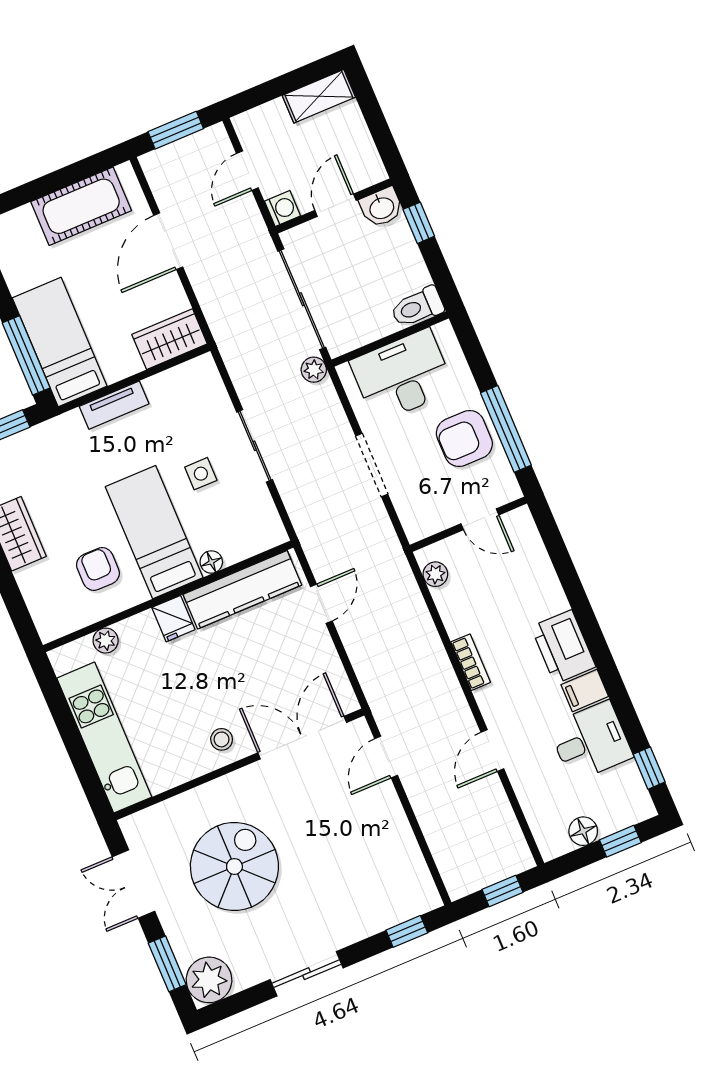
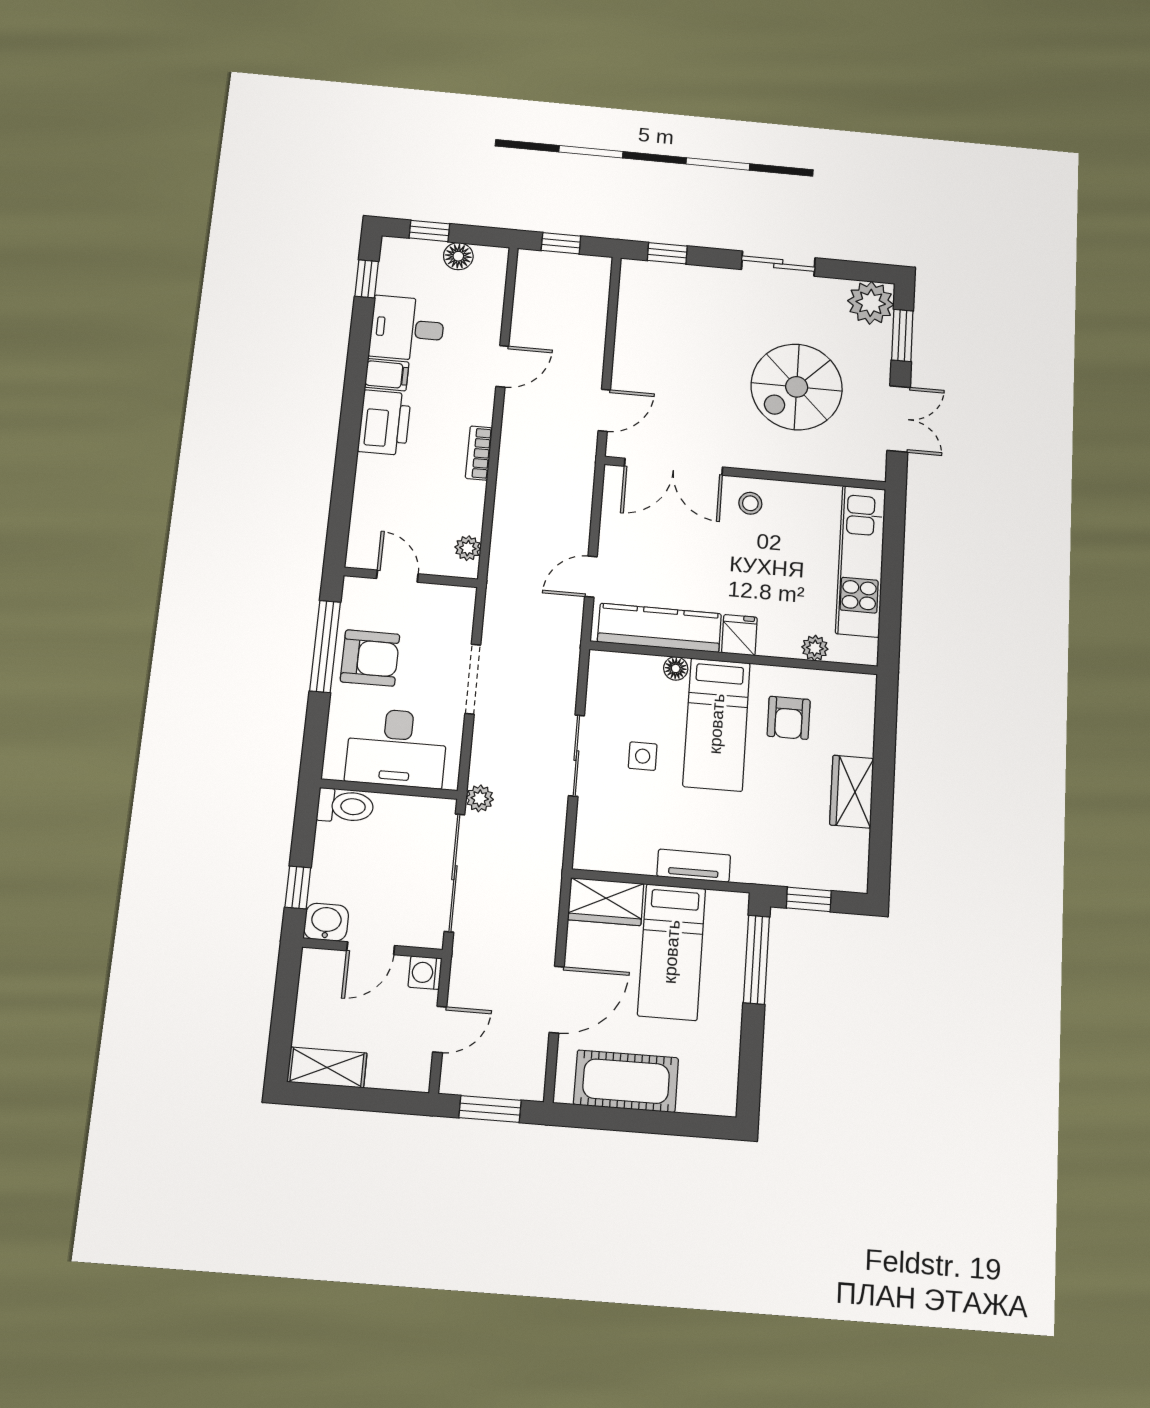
bed: (60, 342) -> (672, 952), moved

